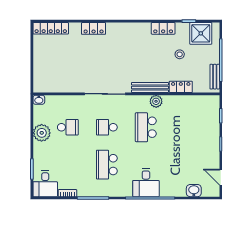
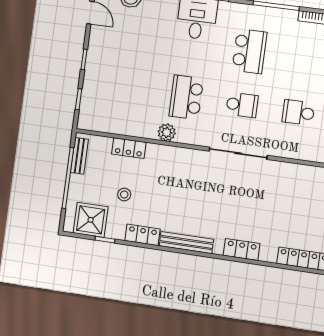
bench: (150, 87) -> (186, 243), moved
school desk: (146, 127) -> (186, 97), turned 180

